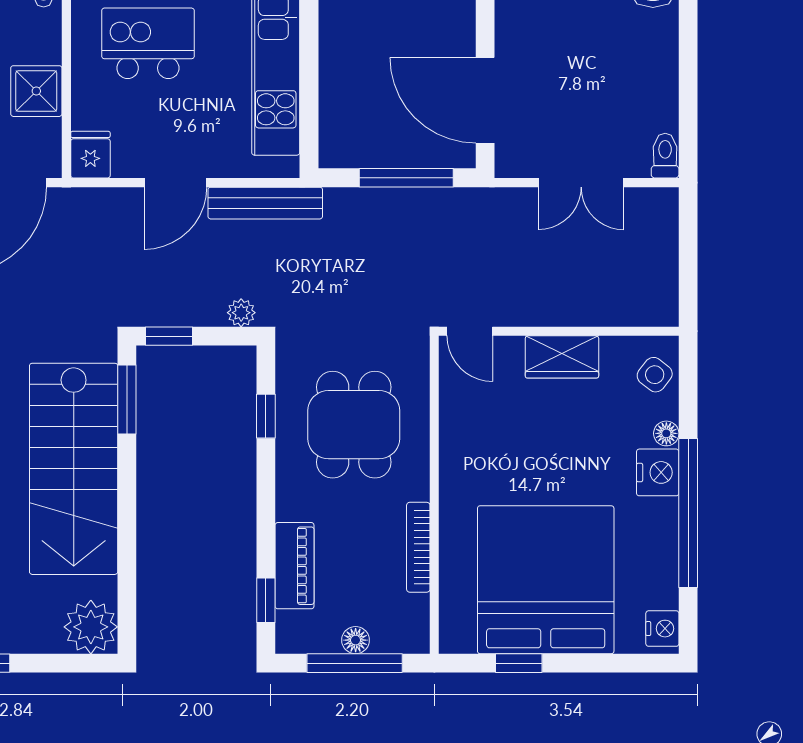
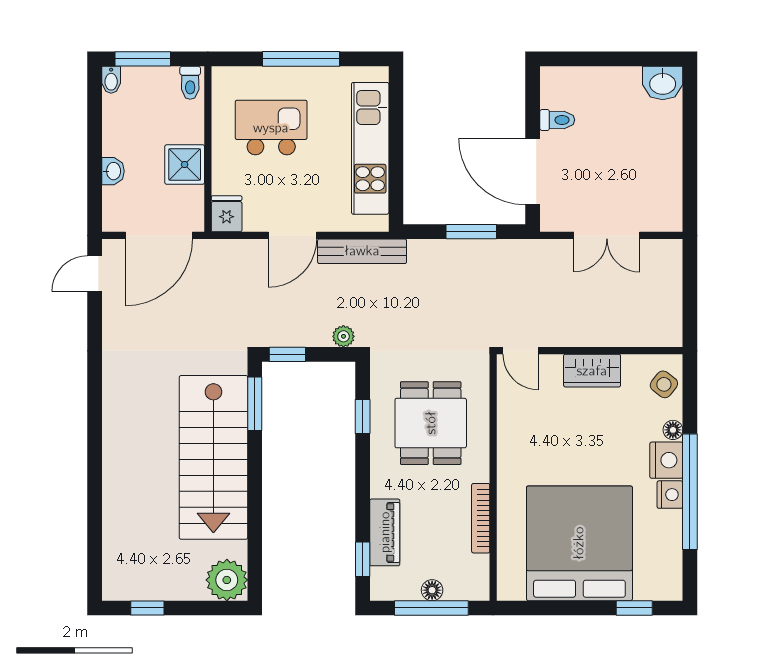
toilet: (665, 156) -> (557, 120), moved, turned 90
window: (406, 178) -> (471, 232), width x0.69
nightstand: (662, 629) -> (670, 495), moved
window: (519, 663) -> (634, 608), moved

